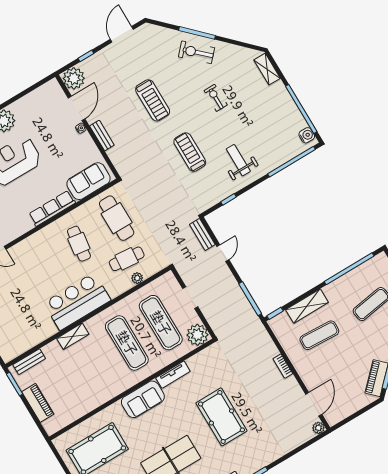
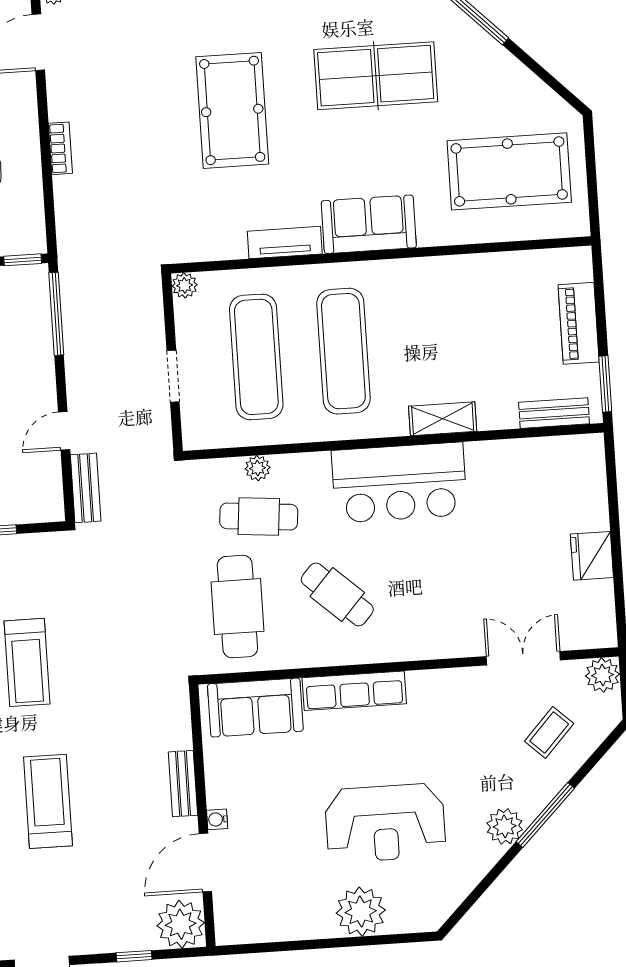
cafe table: (79, 244) -> (337, 594), turned -56
plant: (197, 335) -> (185, 285), width x0.53, depth x0.53

